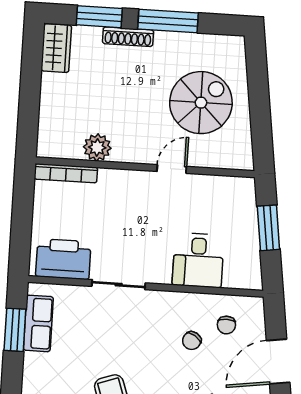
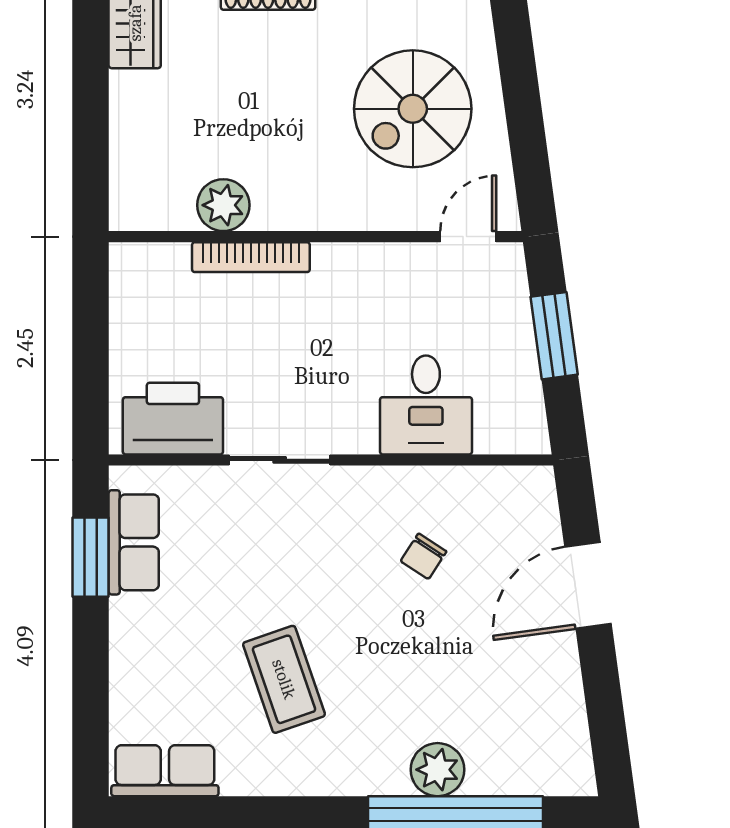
spiral stairs: (201, 103) -> (413, 109), turned 180
door: (172, 169) -> (468, 237), moved
bookcase: (66, 173) -> (251, 257), moved
chair: (226, 325) -> (487, 523), removed

